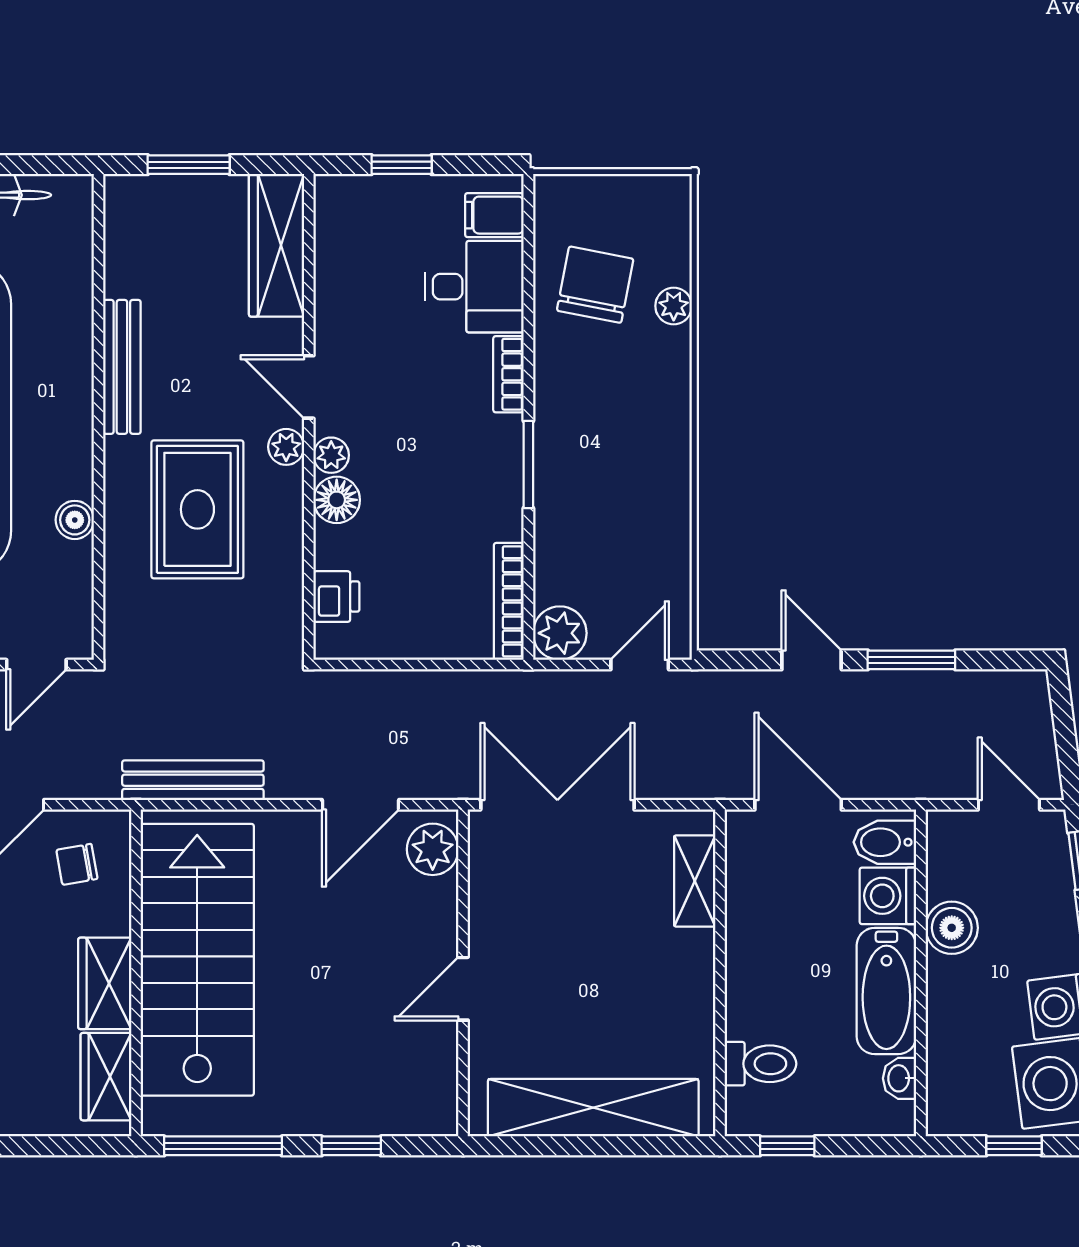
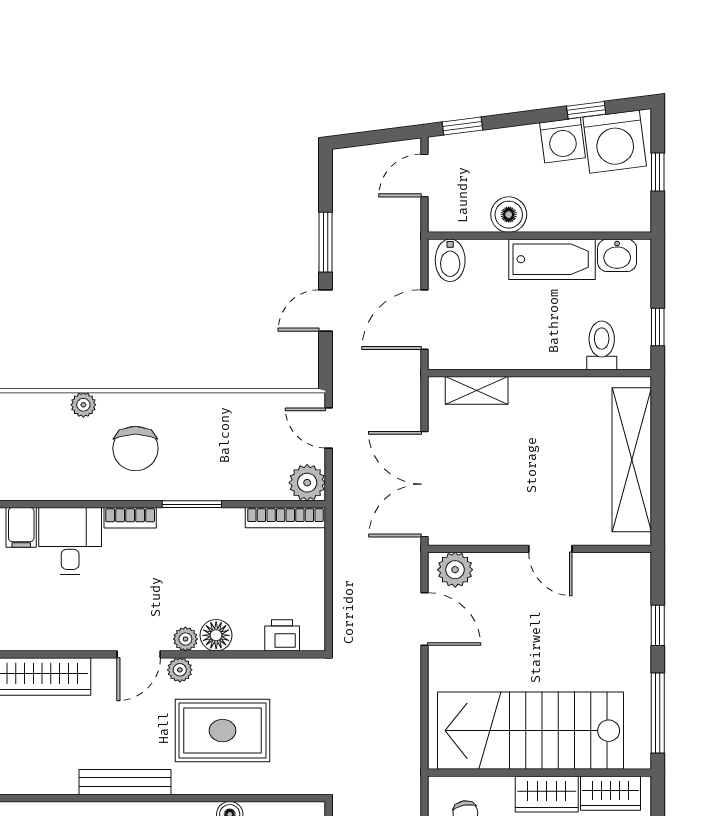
chair: (595, 285) -> (135, 448), moved, turned -101
bench: (193, 780) -> (408, 734), removed
washing machine: (888, 896) -> (487, 258), removed
washbasin: (900, 1078) -> (617, 255), width x1.38, depth x1.45

